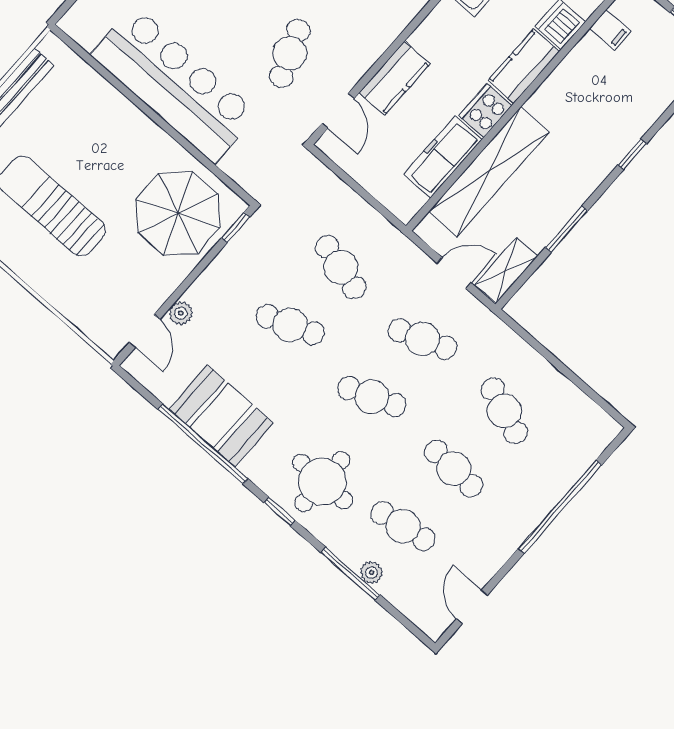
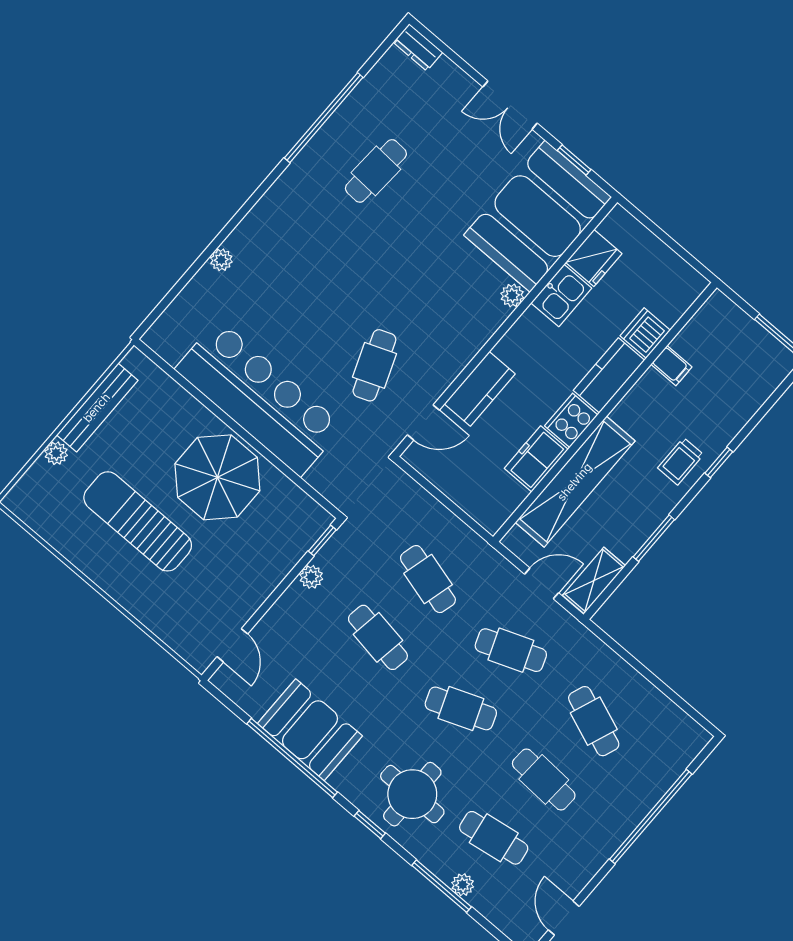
filing cabinet: (610, 30) -> (671, 366), moved
door: (338, 111) -> (423, 422), hinge flipped
trolley: (594, 153) -> (681, 461), added
freezer: (443, 157) -> (536, 459), width x0.71
parasol: (178, 213) -> (217, 477), moved
plant: (181, 313) -> (311, 577), moved
cafe table: (290, 325) -> (378, 637), turned 30

